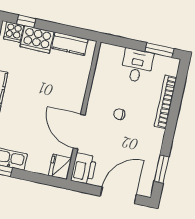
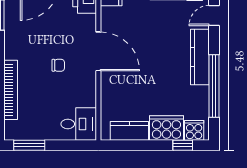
desk: (137, 66) -> (79, 124), moved, turned -90
door: (79, 132) -> (98, 51), moved

